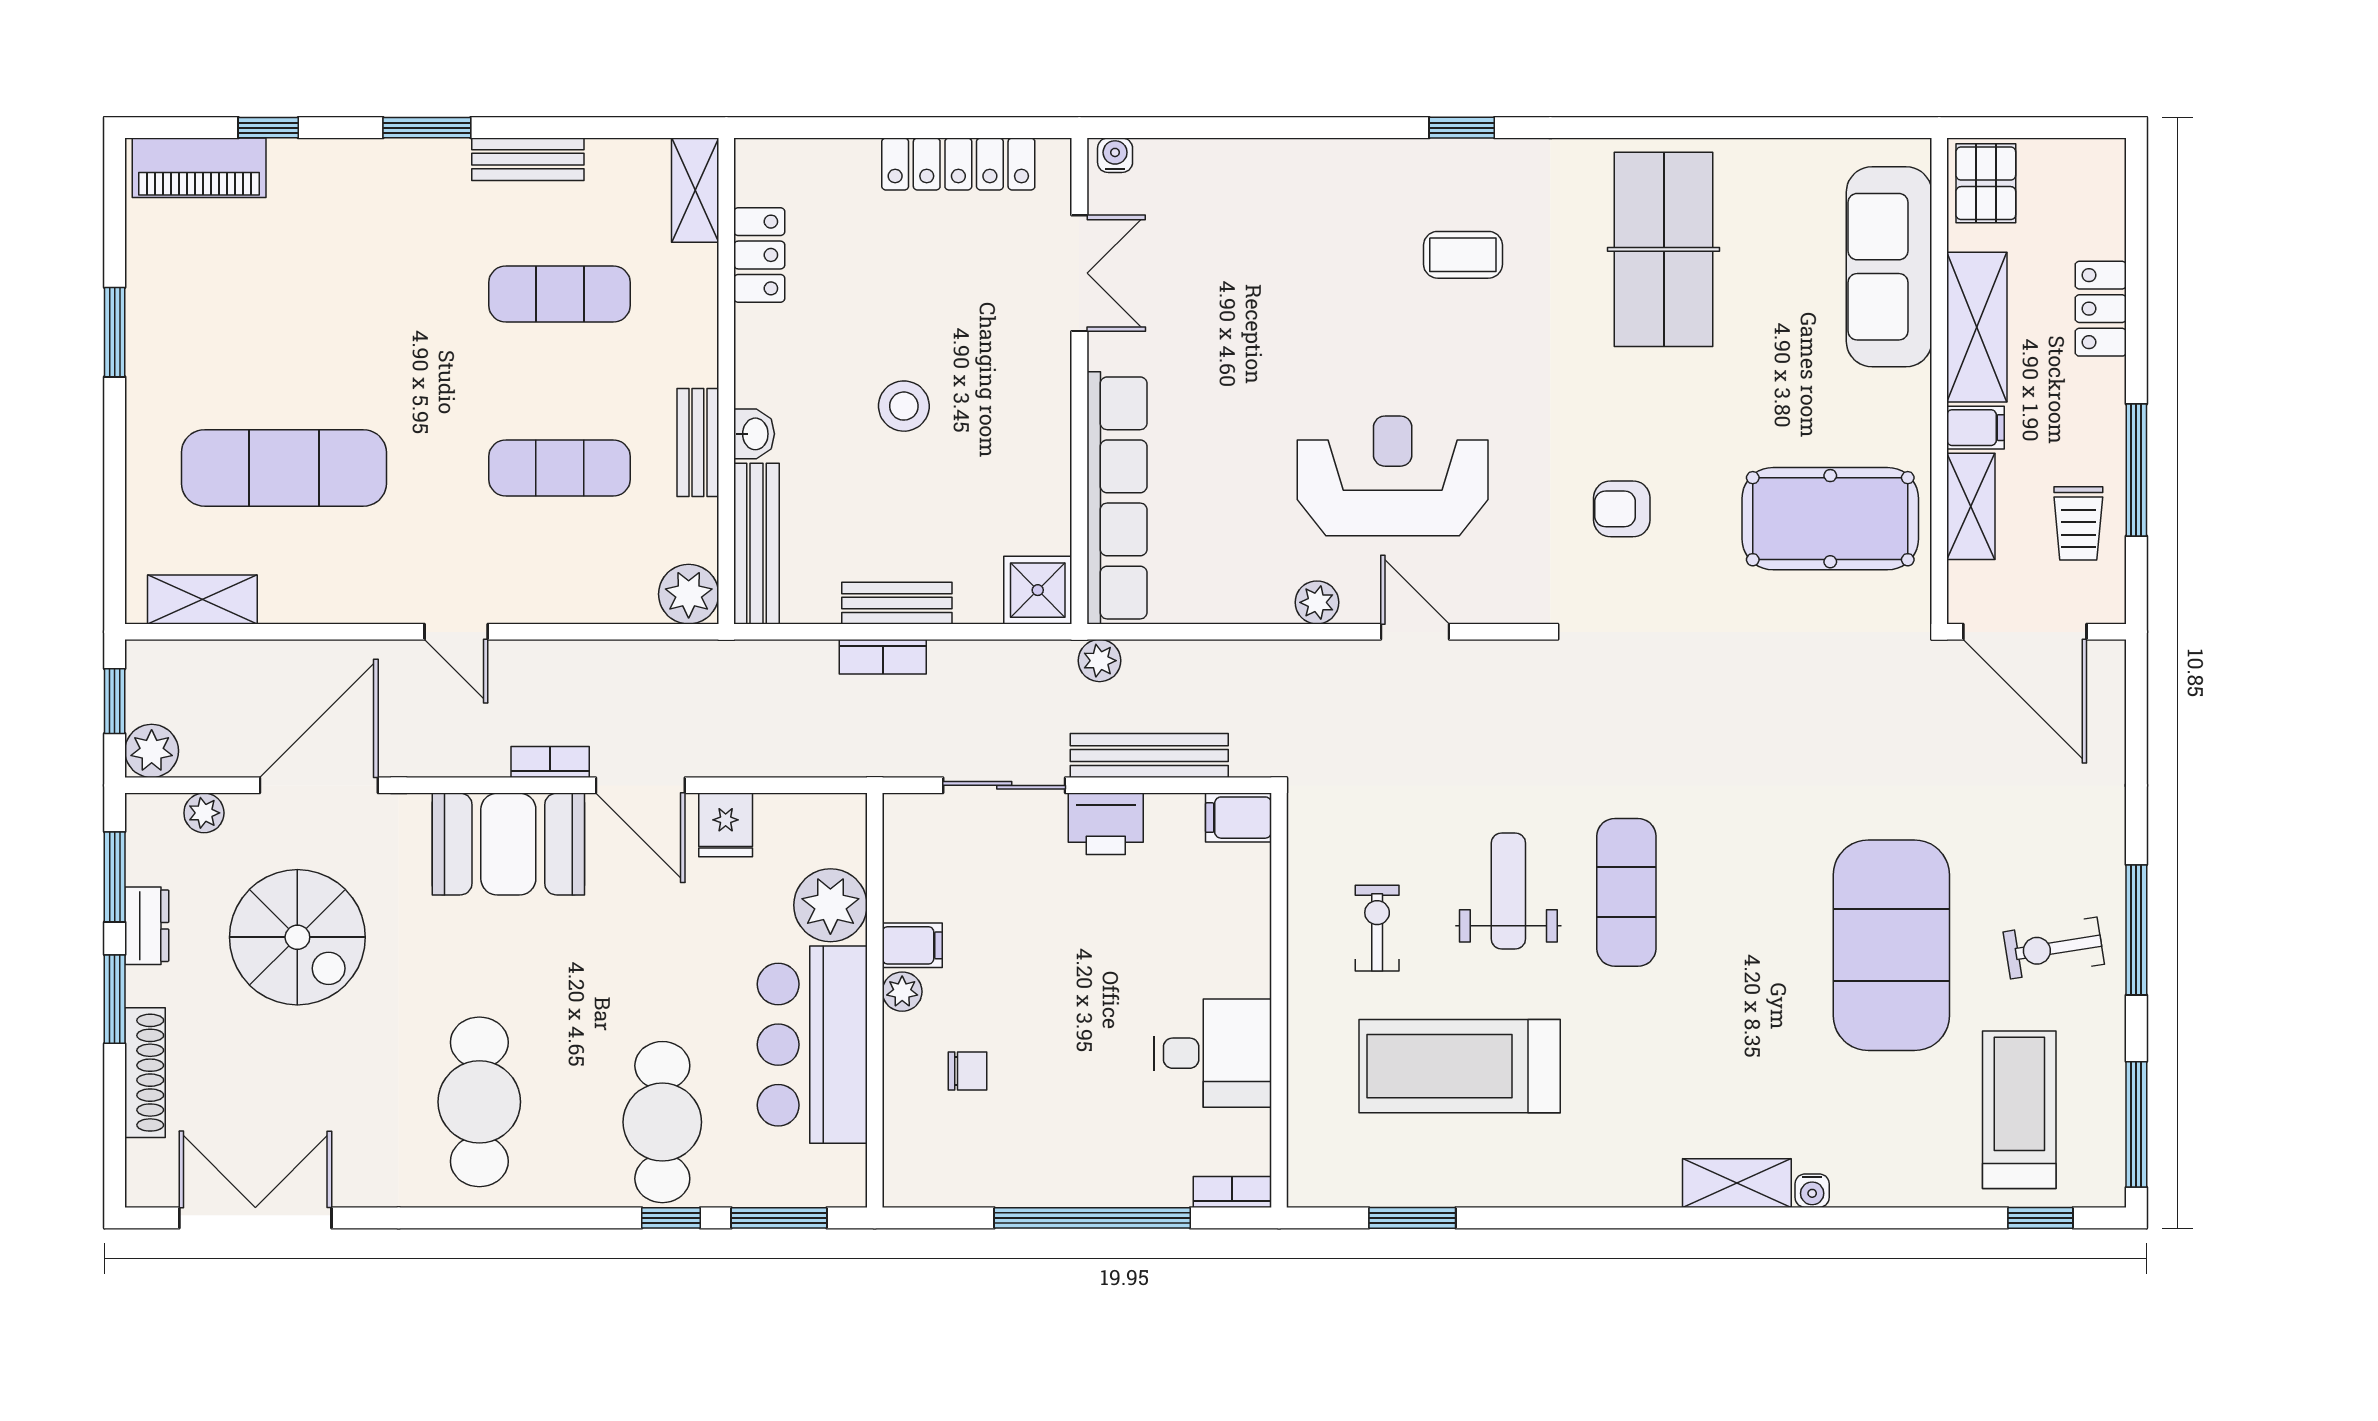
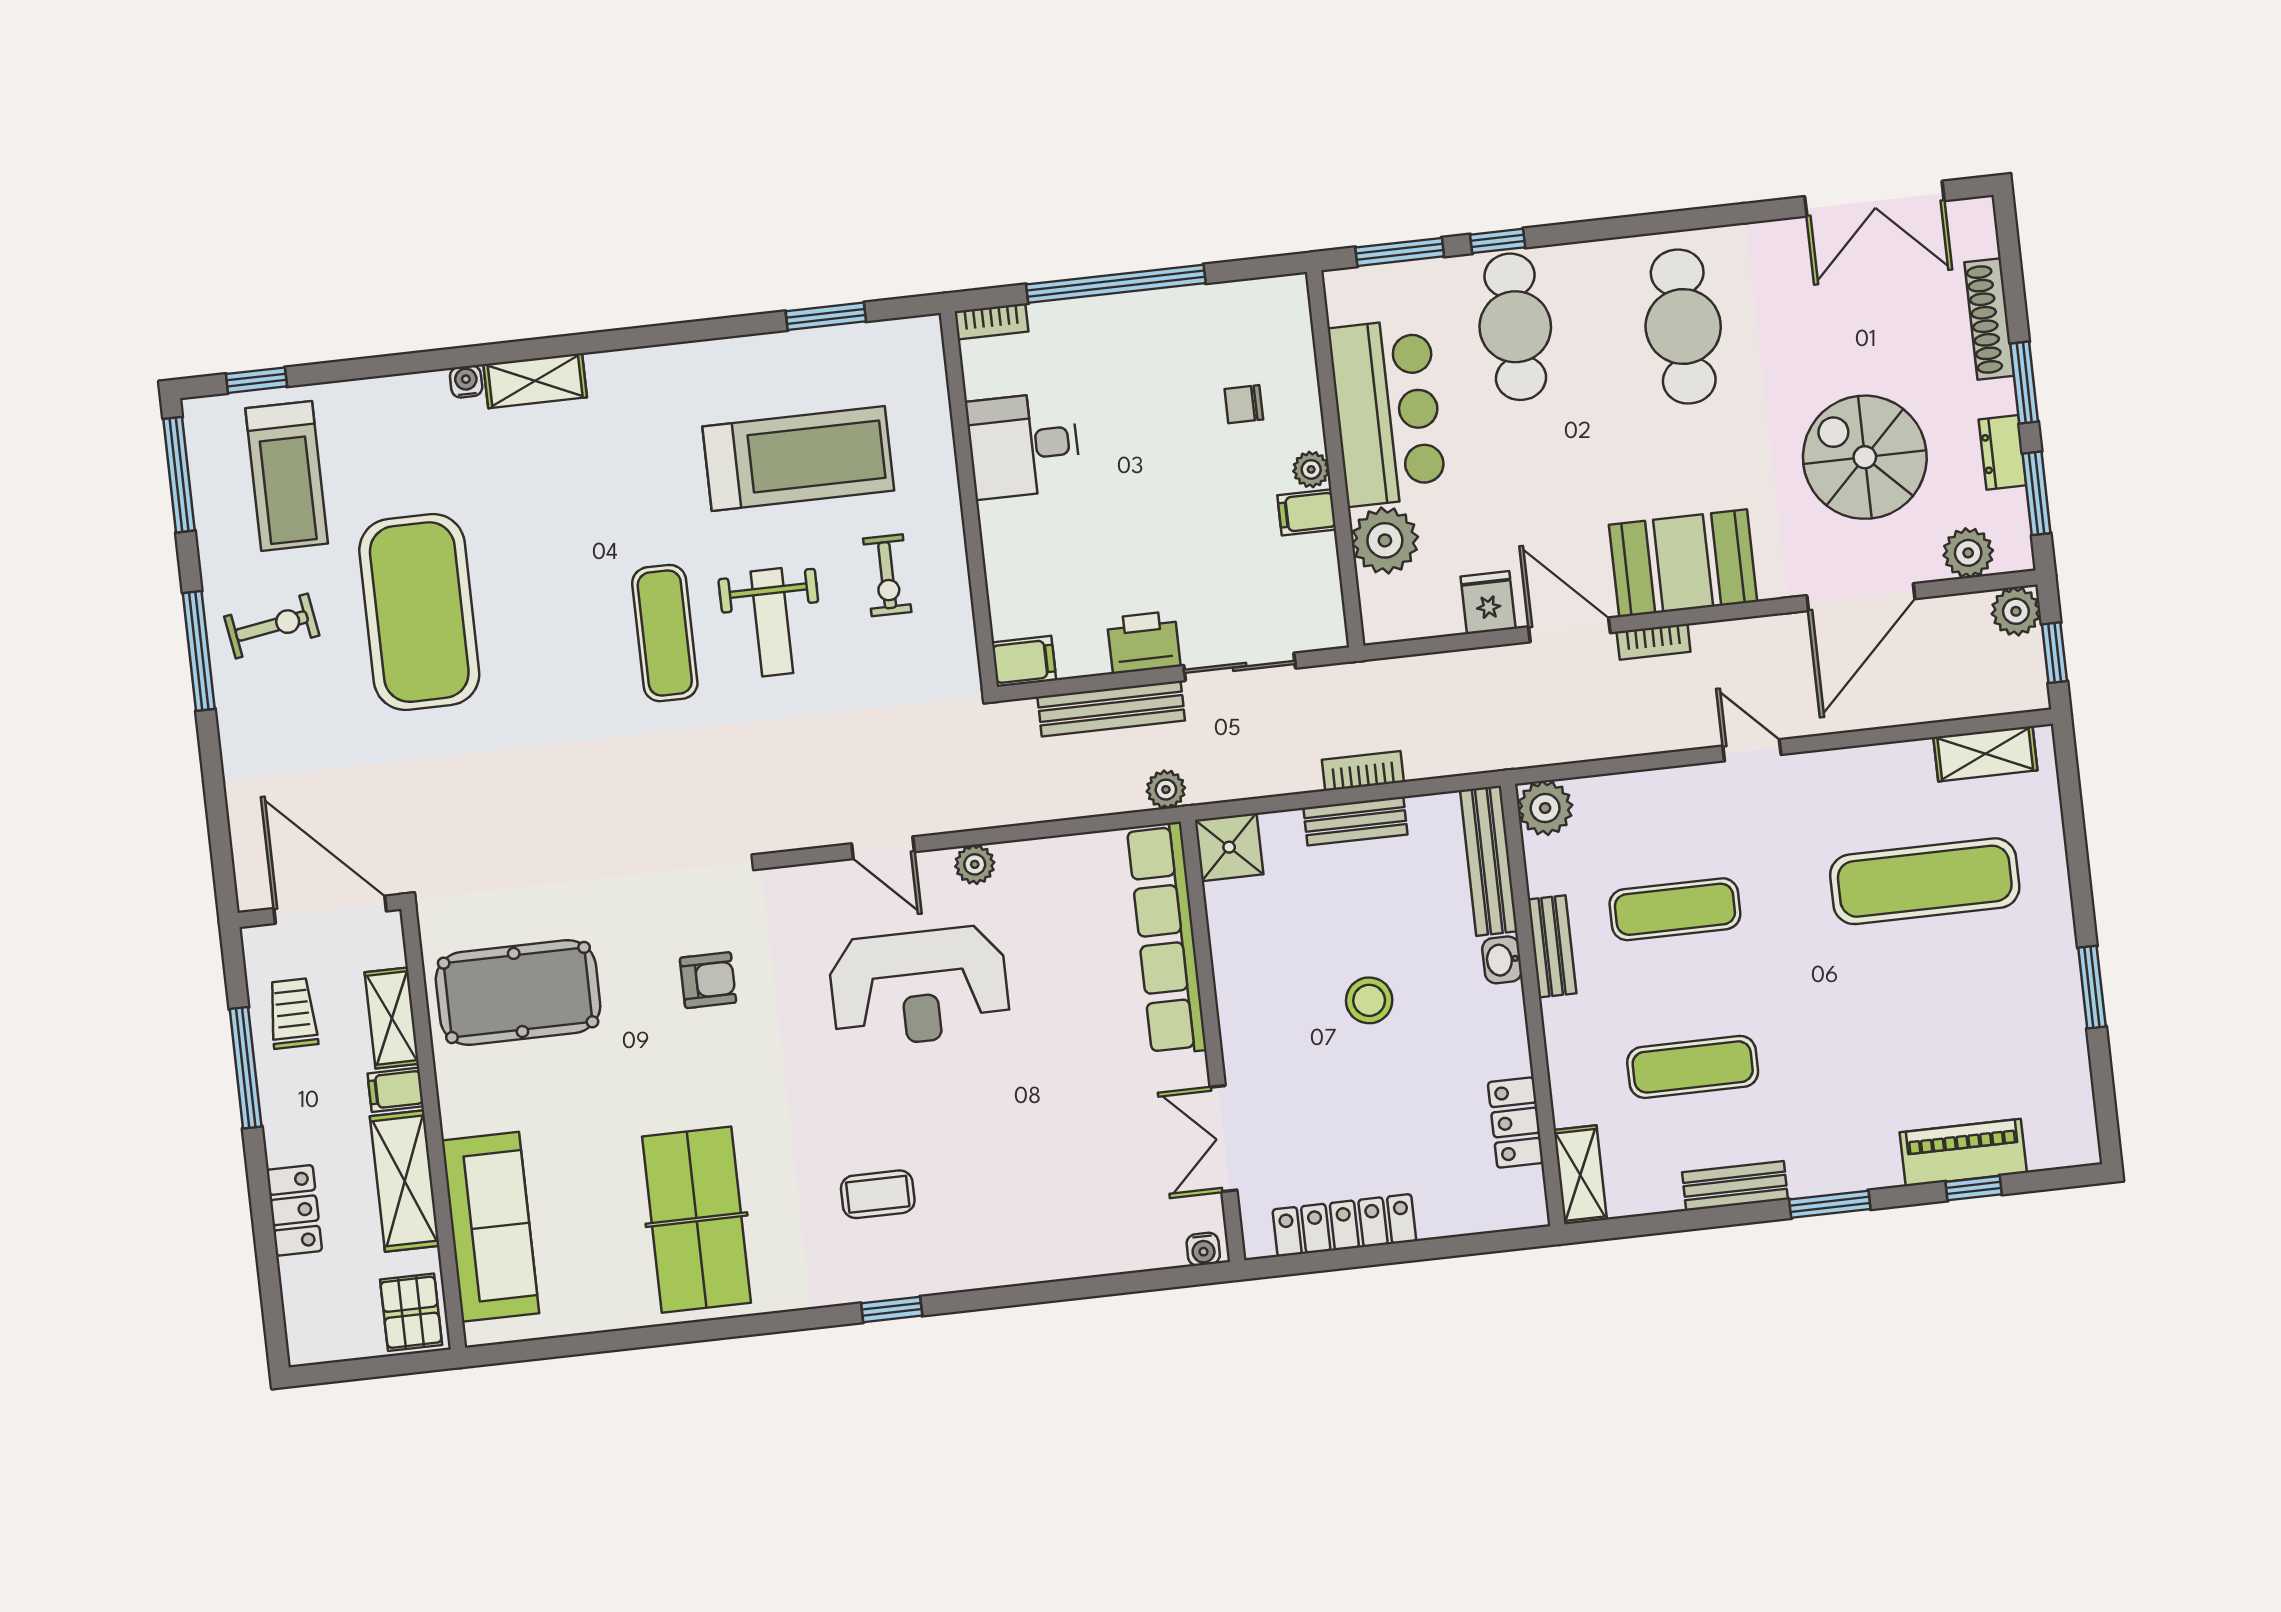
piano: (199, 168) -> (1963, 1152), moved
plant: (204, 813) -> (1968, 553), width x1.38, depth x1.38

